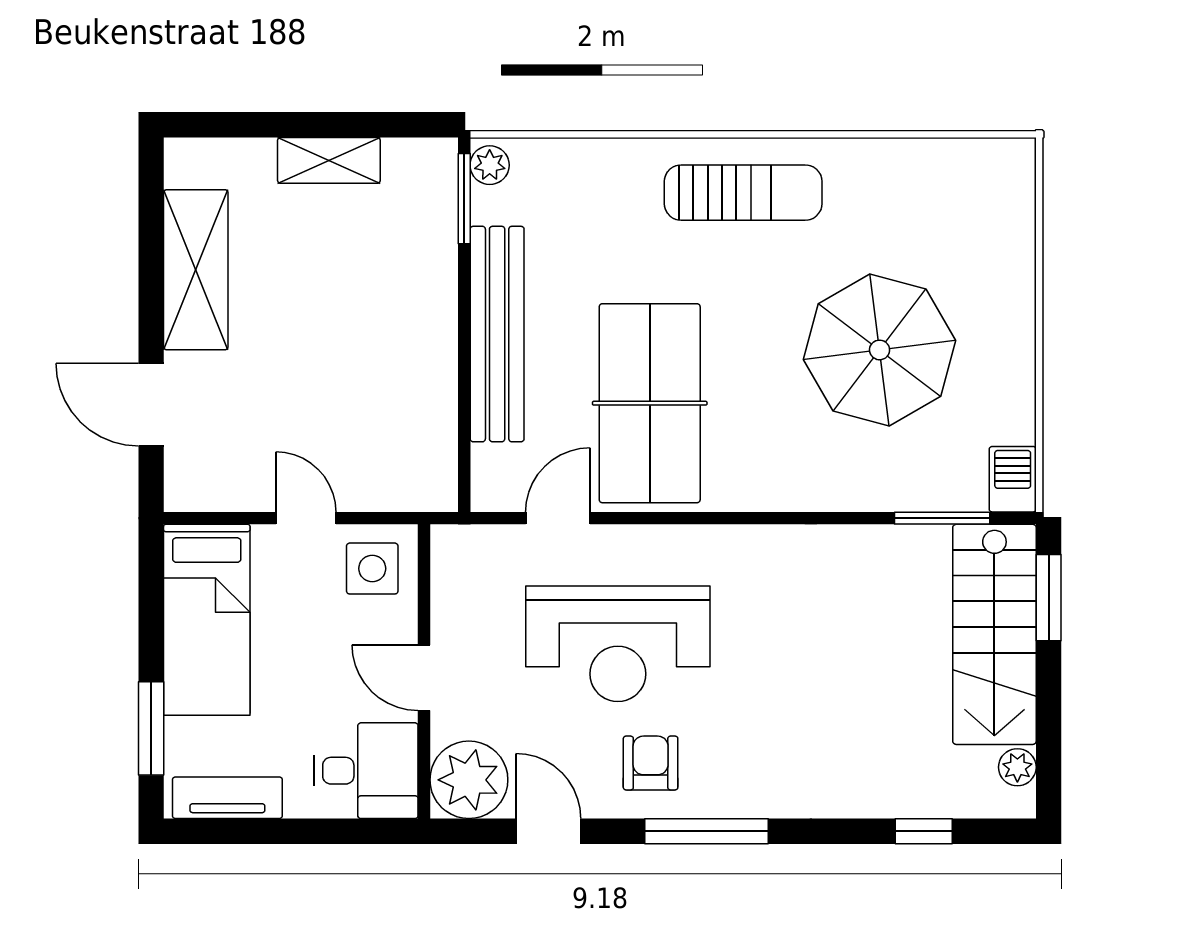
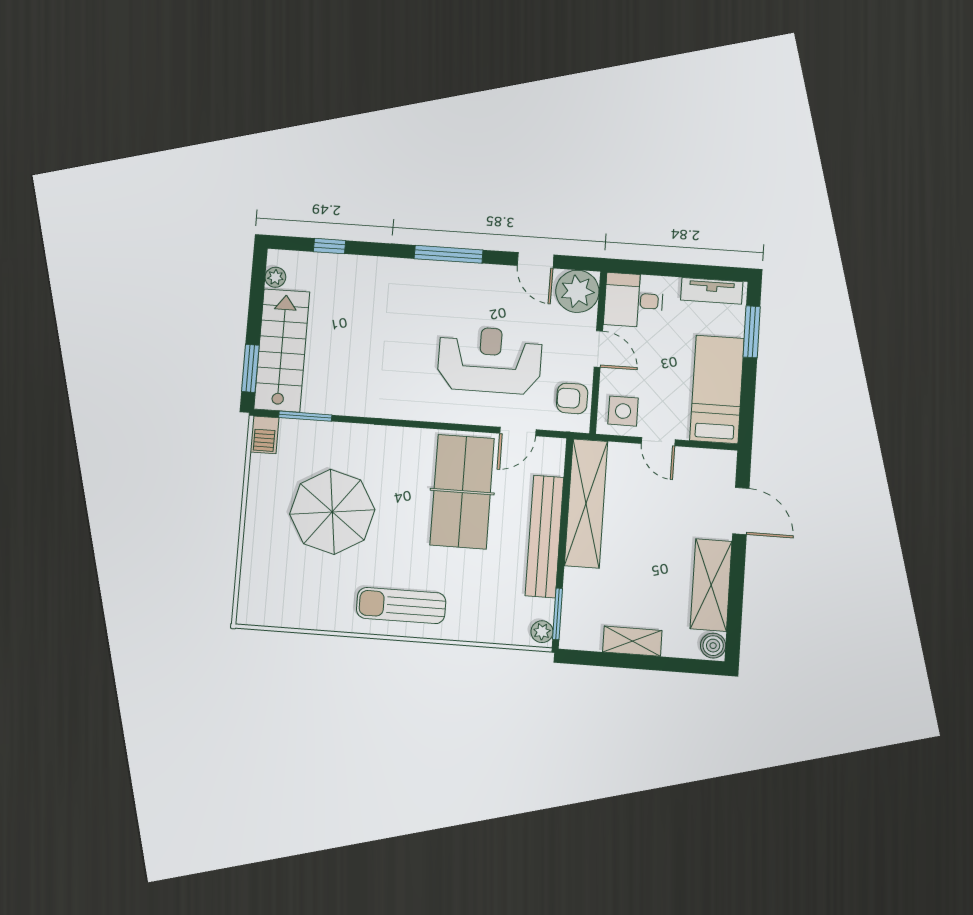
boiler: (186, 163) -> (713, 646), added
shelving: (427, 398) -> (586, 503), added
armchair: (651, 763) -> (572, 398), moved, turned 90

